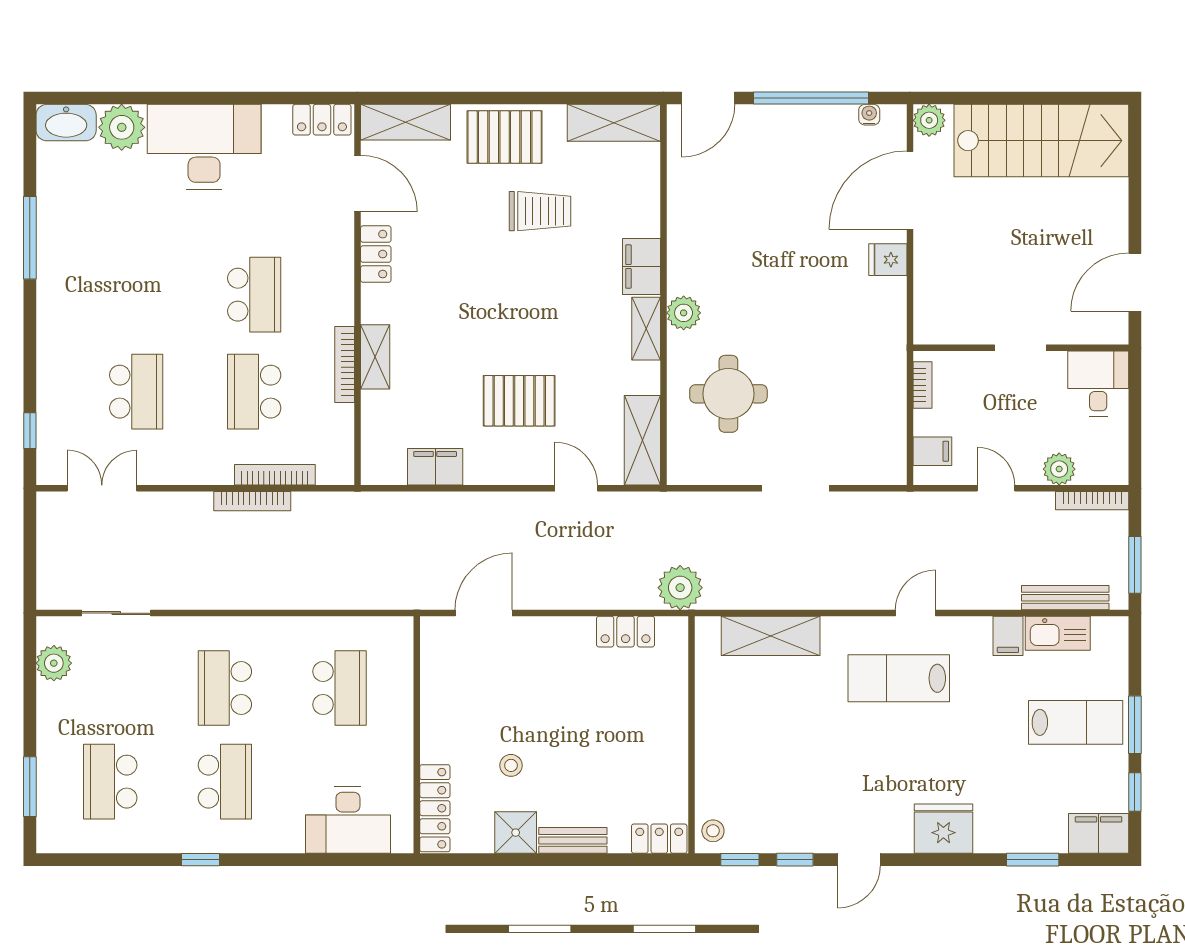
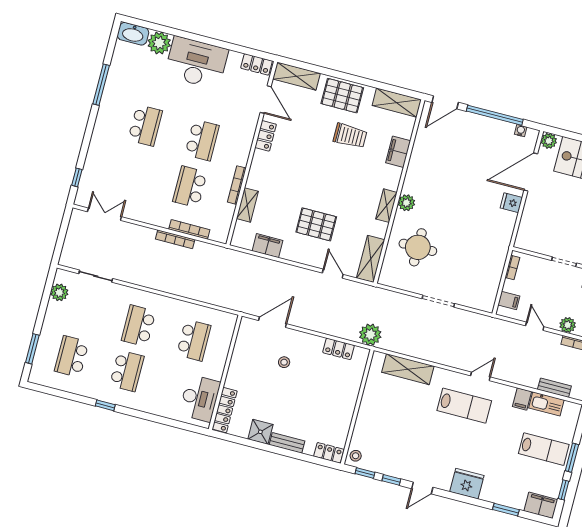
filing cabinet: (642, 266) -> (398, 152), moved
shelving: (375, 357) -> (247, 205), moved
school desk: (136, 392) -> (145, 125), moved
bench: (1065, 598) -> (554, 388), width x0.73
lab bench: (899, 678) -> (464, 406), turned 180
stool: (511, 765) -> (284, 362), moved
desk: (348, 820) -> (200, 398), moved, turned -90

